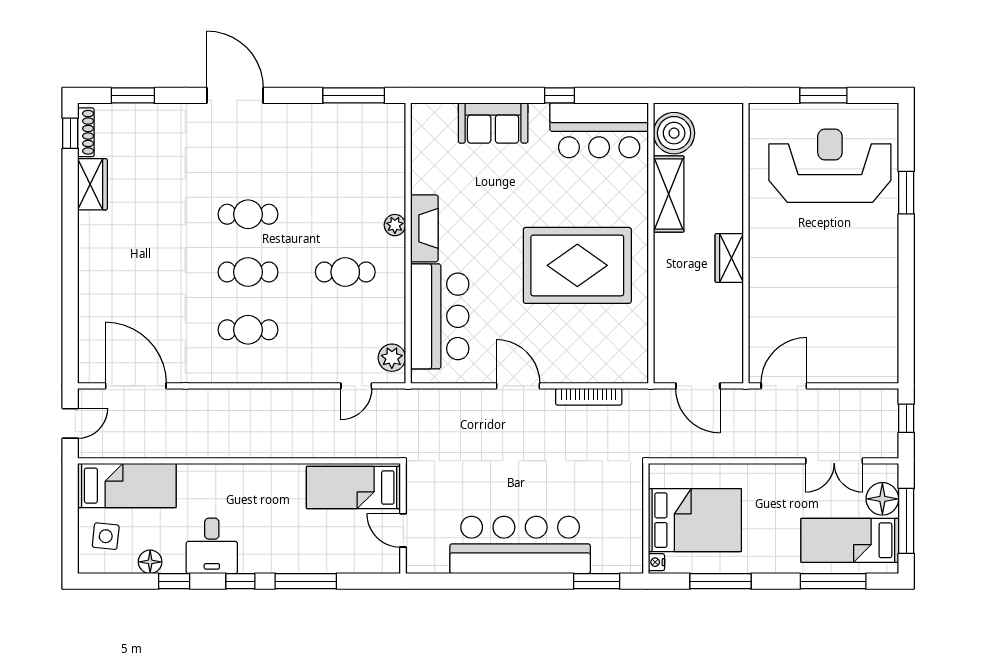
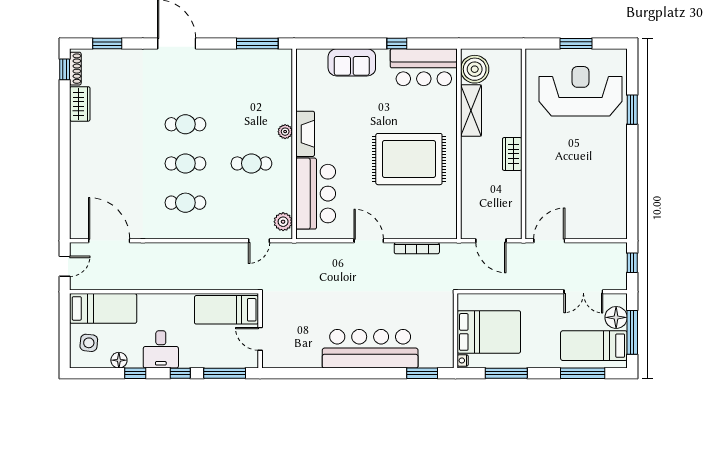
bed: (353, 488) -> (226, 310), moved
wall: (403, 518) -> (260, 331), moved
door: (403, 530) -> (260, 339), moved

